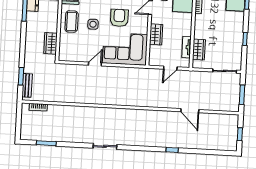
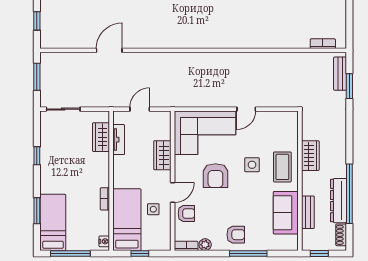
wardrobe: (51, 43) -> (310, 156), moved
door: (190, 111) -> (109, 50), hinge flipped

